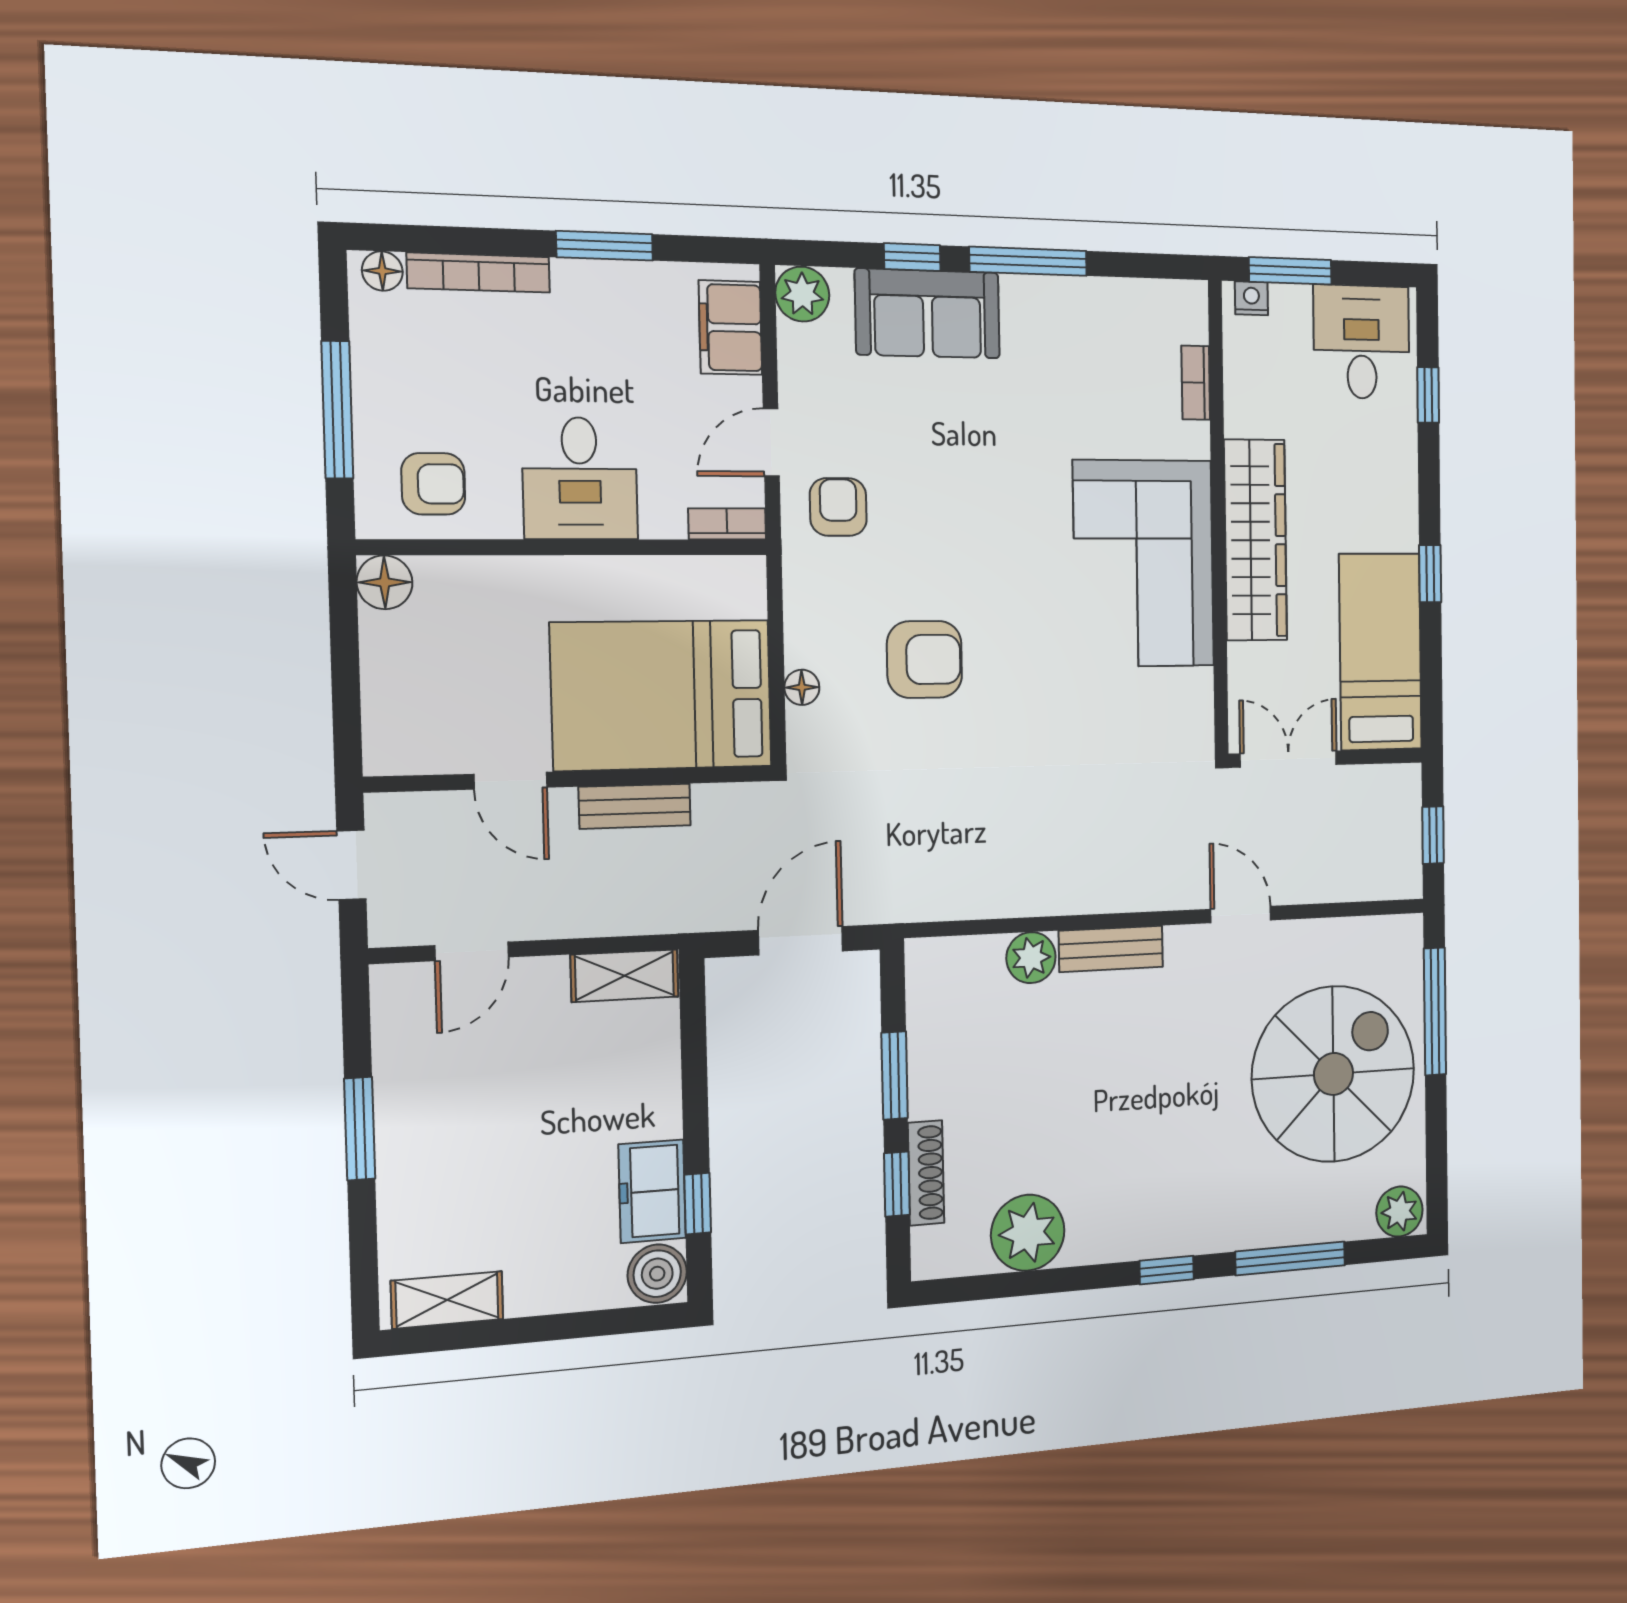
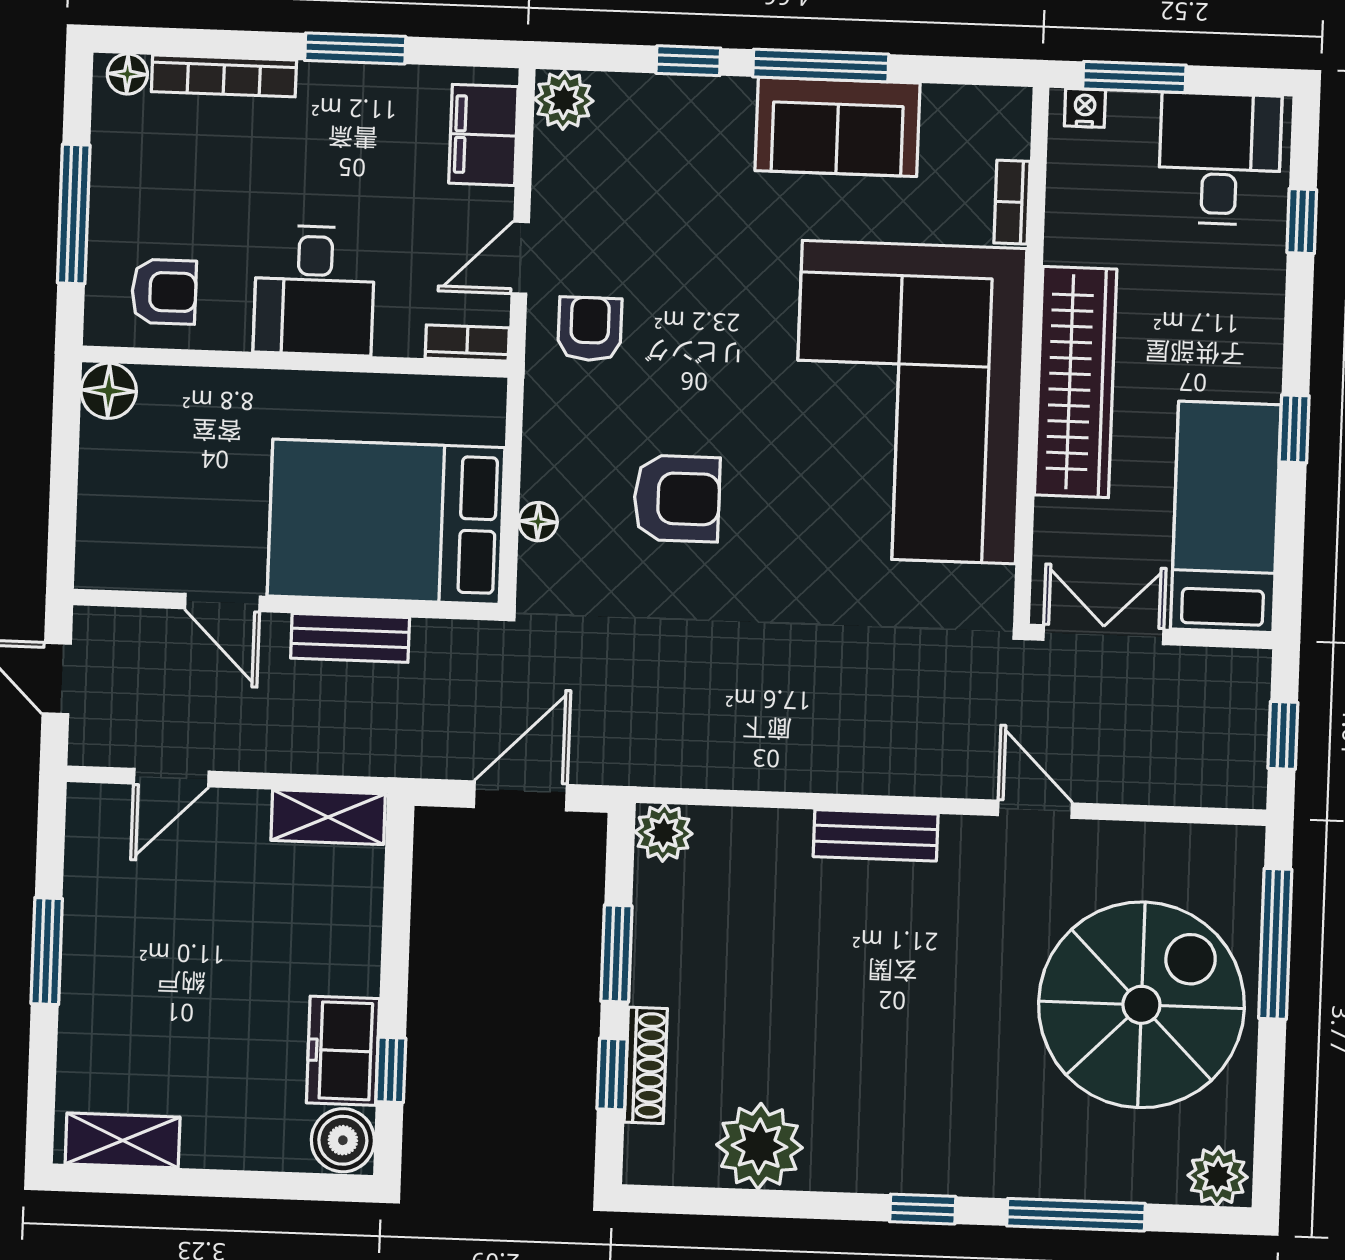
sofa: (928, 313) -> (838, 127), moved
corner sofa: (1144, 563) -> (909, 402), width x1.36, depth x1.36
plant: (1031, 958) -> (663, 833), moved

